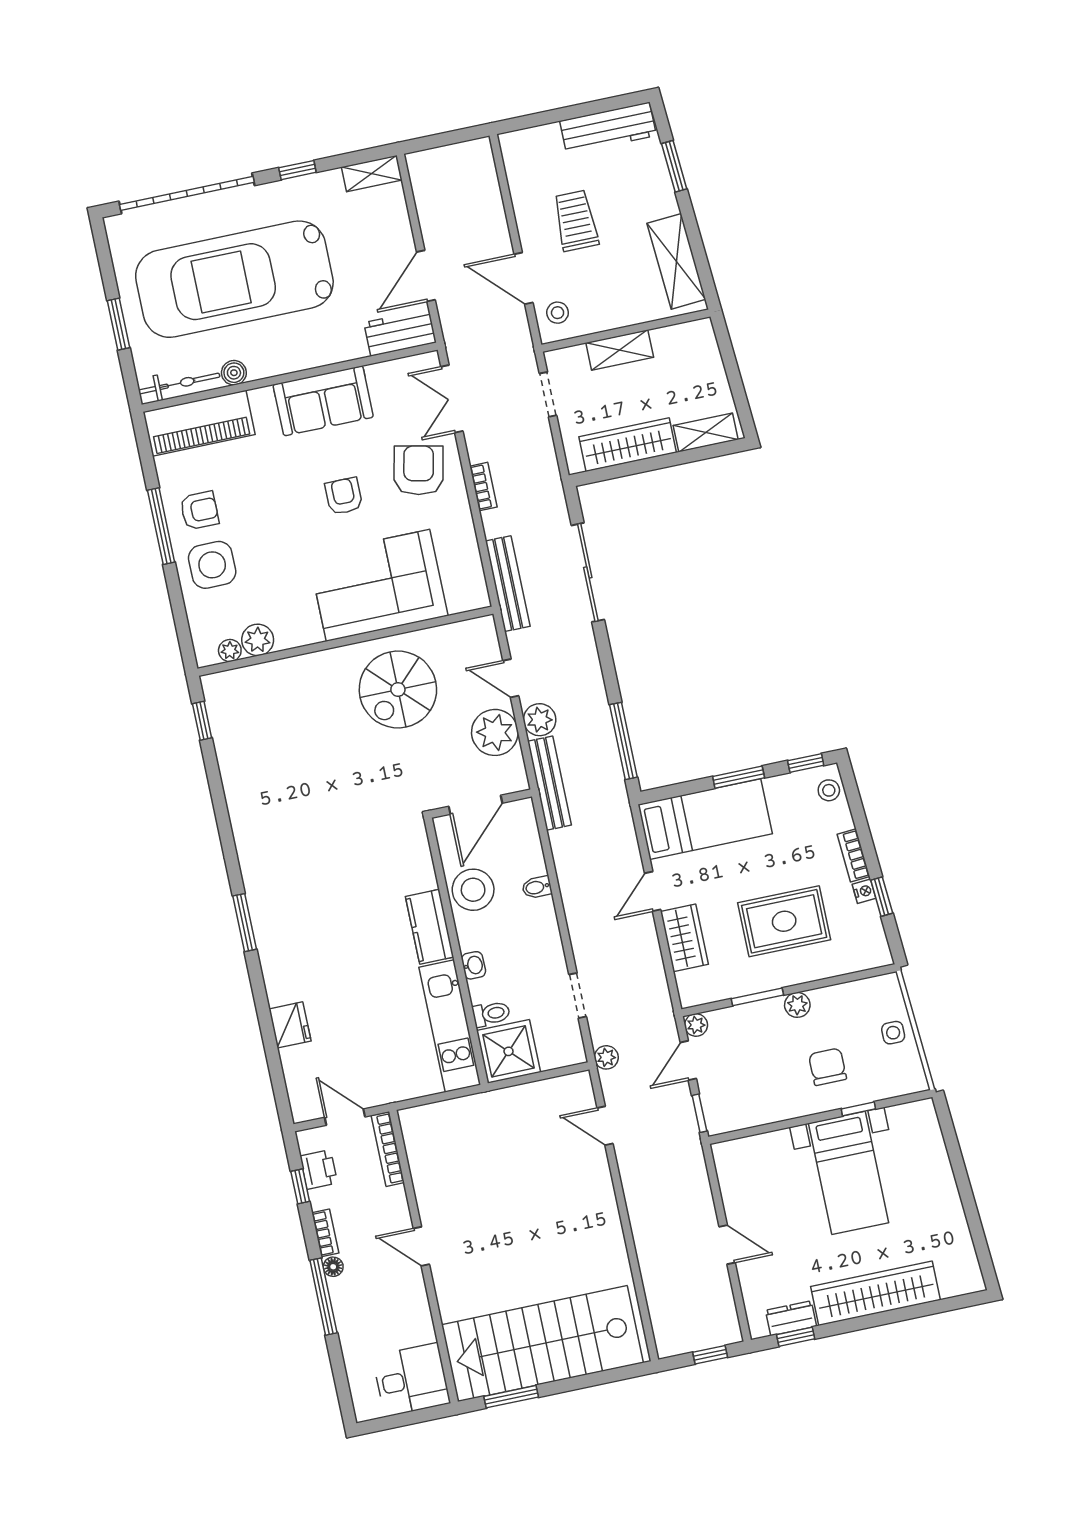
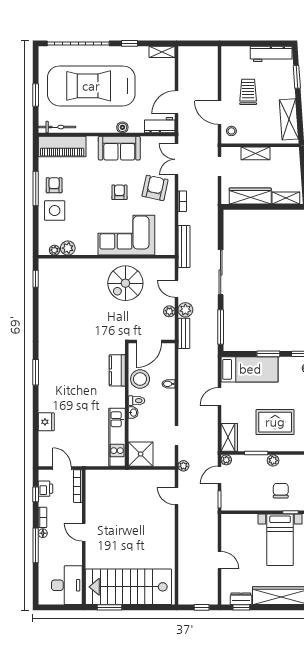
boiler: (234, 373) -> (122, 127), moved
armchair: (199, 510) -> (54, 185), turned -90
sliding door: (588, 572) -> (221, 272), moved
plant: (495, 732) -> (169, 311), width x0.53, depth x0.53
bench: (550, 783) -> (184, 333), width x0.73
kitchen counter: (430, 927) -> (117, 370), moved
wardrobe: (684, 938) -> (229, 437), moved
toilet: (491, 1014) -> (136, 401), moved
desk: (411, 1380) -> (67, 585), width x1.37

